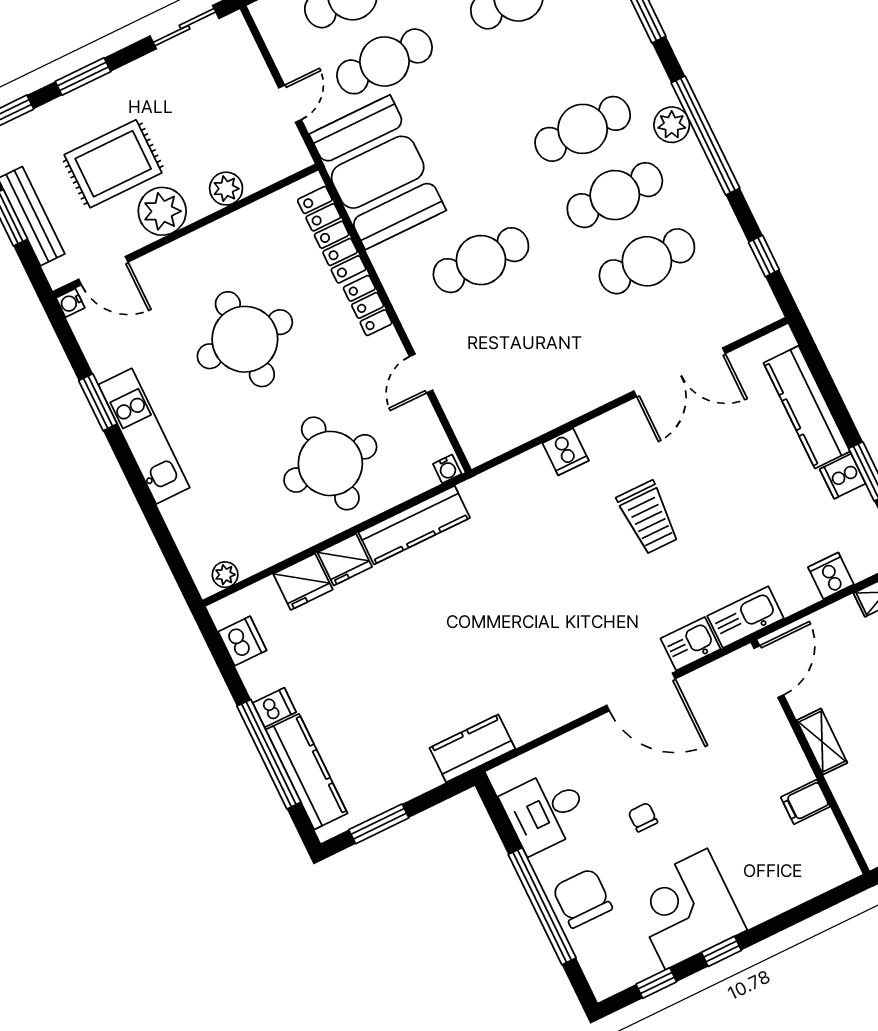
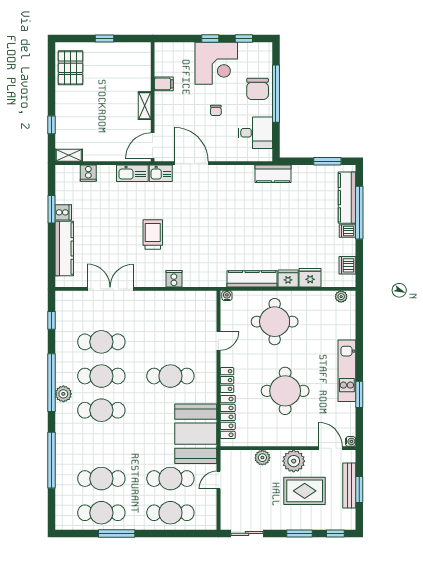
door: (769, 672) -> (153, 146), moved
shelving: (822, 742) -> (145, 106), moved
wall: (810, 757) -> (153, 102), moved
filing cabinet: (805, 802) -> (164, 84), moved

